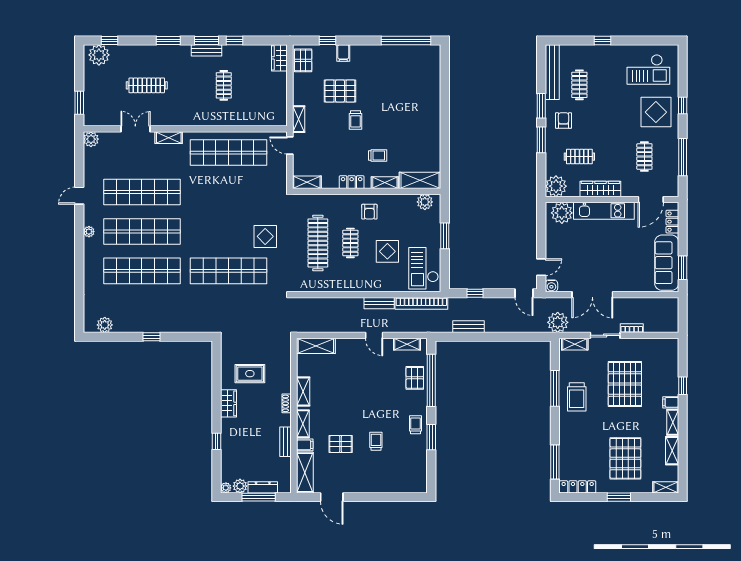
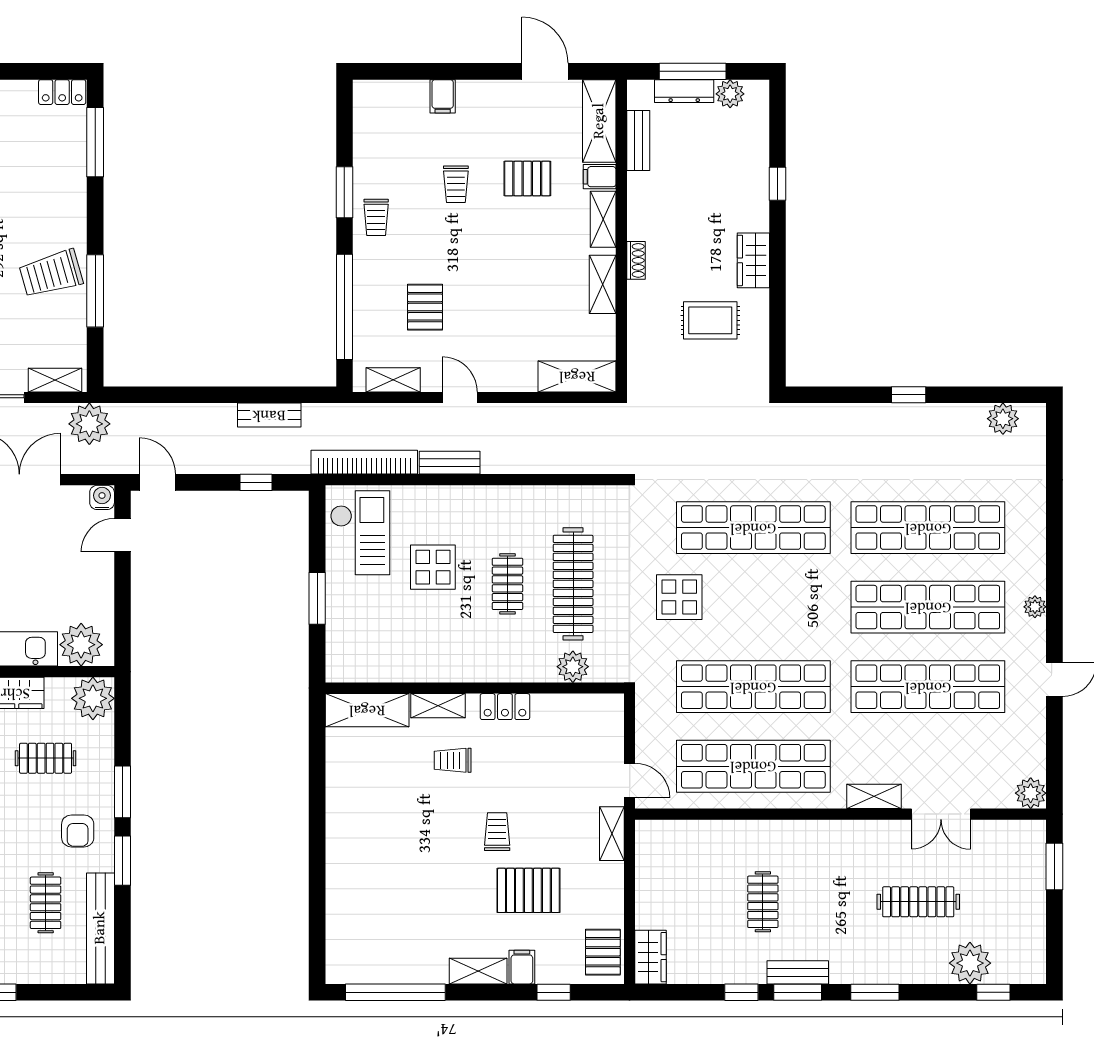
plant: (99, 55) -> (970, 963), moved
shelving: (307, 182) -> (478, 971), moved
shop shelf: (228, 192) -> (753, 687), added
plant: (425, 202) -> (573, 667), moved
armchair: (369, 212) -> (469, 647), removed
pallet: (415, 378) -> (425, 307), moved
trolley: (577, 397) -> (51, 274), turned -106
bench: (286, 442) -> (638, 140), moved
filing cabinet: (383, 485) -> (443, 96), added
locker: (578, 487) -> (62, 92), width x0.66
plant: (226, 488) -> (759, 90), removed

